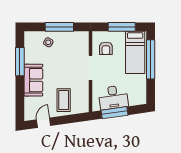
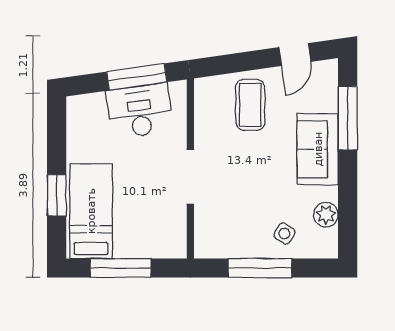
armchair: (106, 48) -> (156, 220), removed
plant: (30, 51) -> (326, 215), added
window: (151, 59) -> (57, 195), width x0.47
window: (20, 62) -> (348, 118), moved

